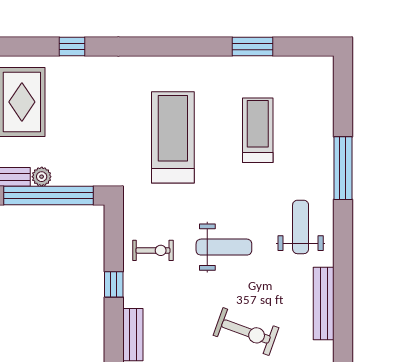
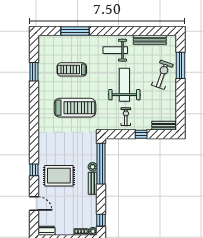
window: (72, 47) -> (34, 170), moved
treadmill: (173, 137) -> (75, 108), turned 180
window: (343, 168) -> (75, 31), moved
weight bench: (224, 247) -> (124, 85), width x1.36, depth x1.33

